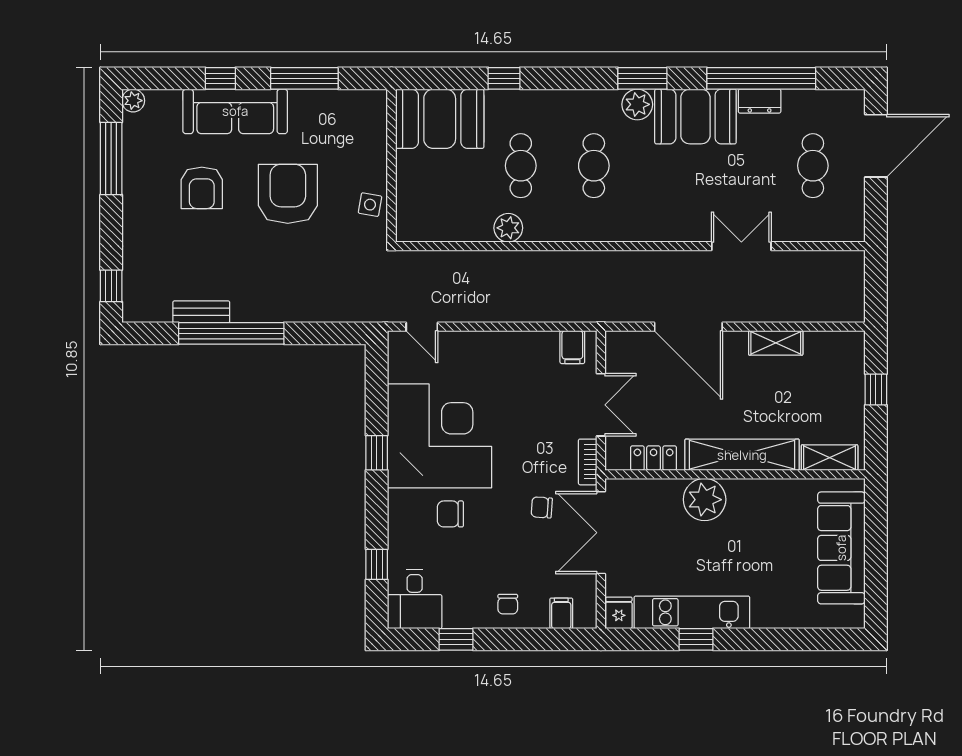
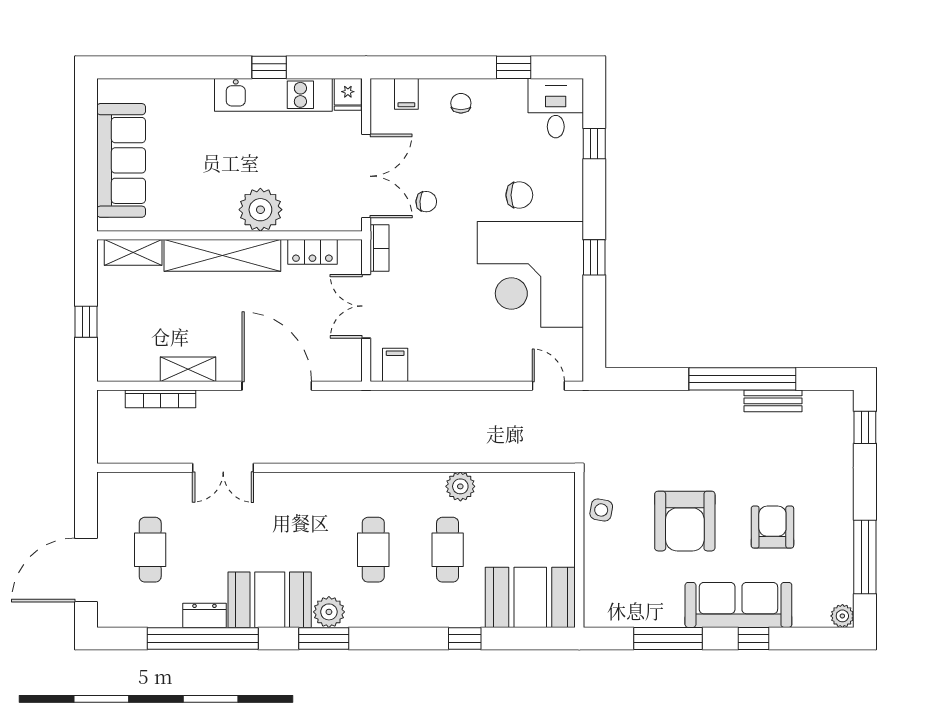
bookcase: (803, 314) -> (161, 399), added

